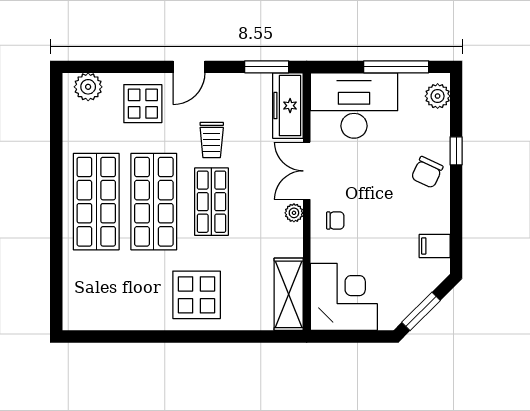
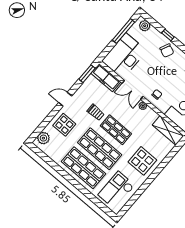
door: (189, 67) -> (65, 99), swing flipped
checkout: (106, 293) -> (116, 190), added

